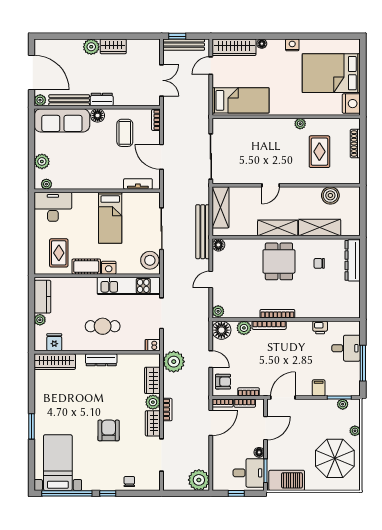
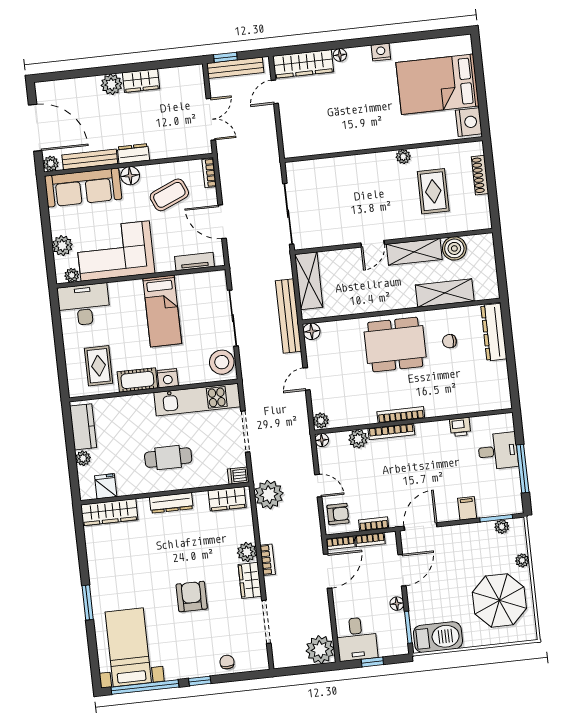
bed: (241, 100) -> (320, 134), removed
coffee table: (125, 133) -> (169, 195), turned 67
corner sofa: (80, 170) -> (115, 251), added
shelving: (278, 228) -> (414, 252), moved
dining table: (279, 261) -> (395, 345), width x1.38
floor lamp: (221, 330) -> (322, 440), width x0.53, depth x0.53
wardrobe: (152, 380) -> (227, 499), moved, turned -90
desk: (249, 473) -> (357, 639), moved, turned 90

